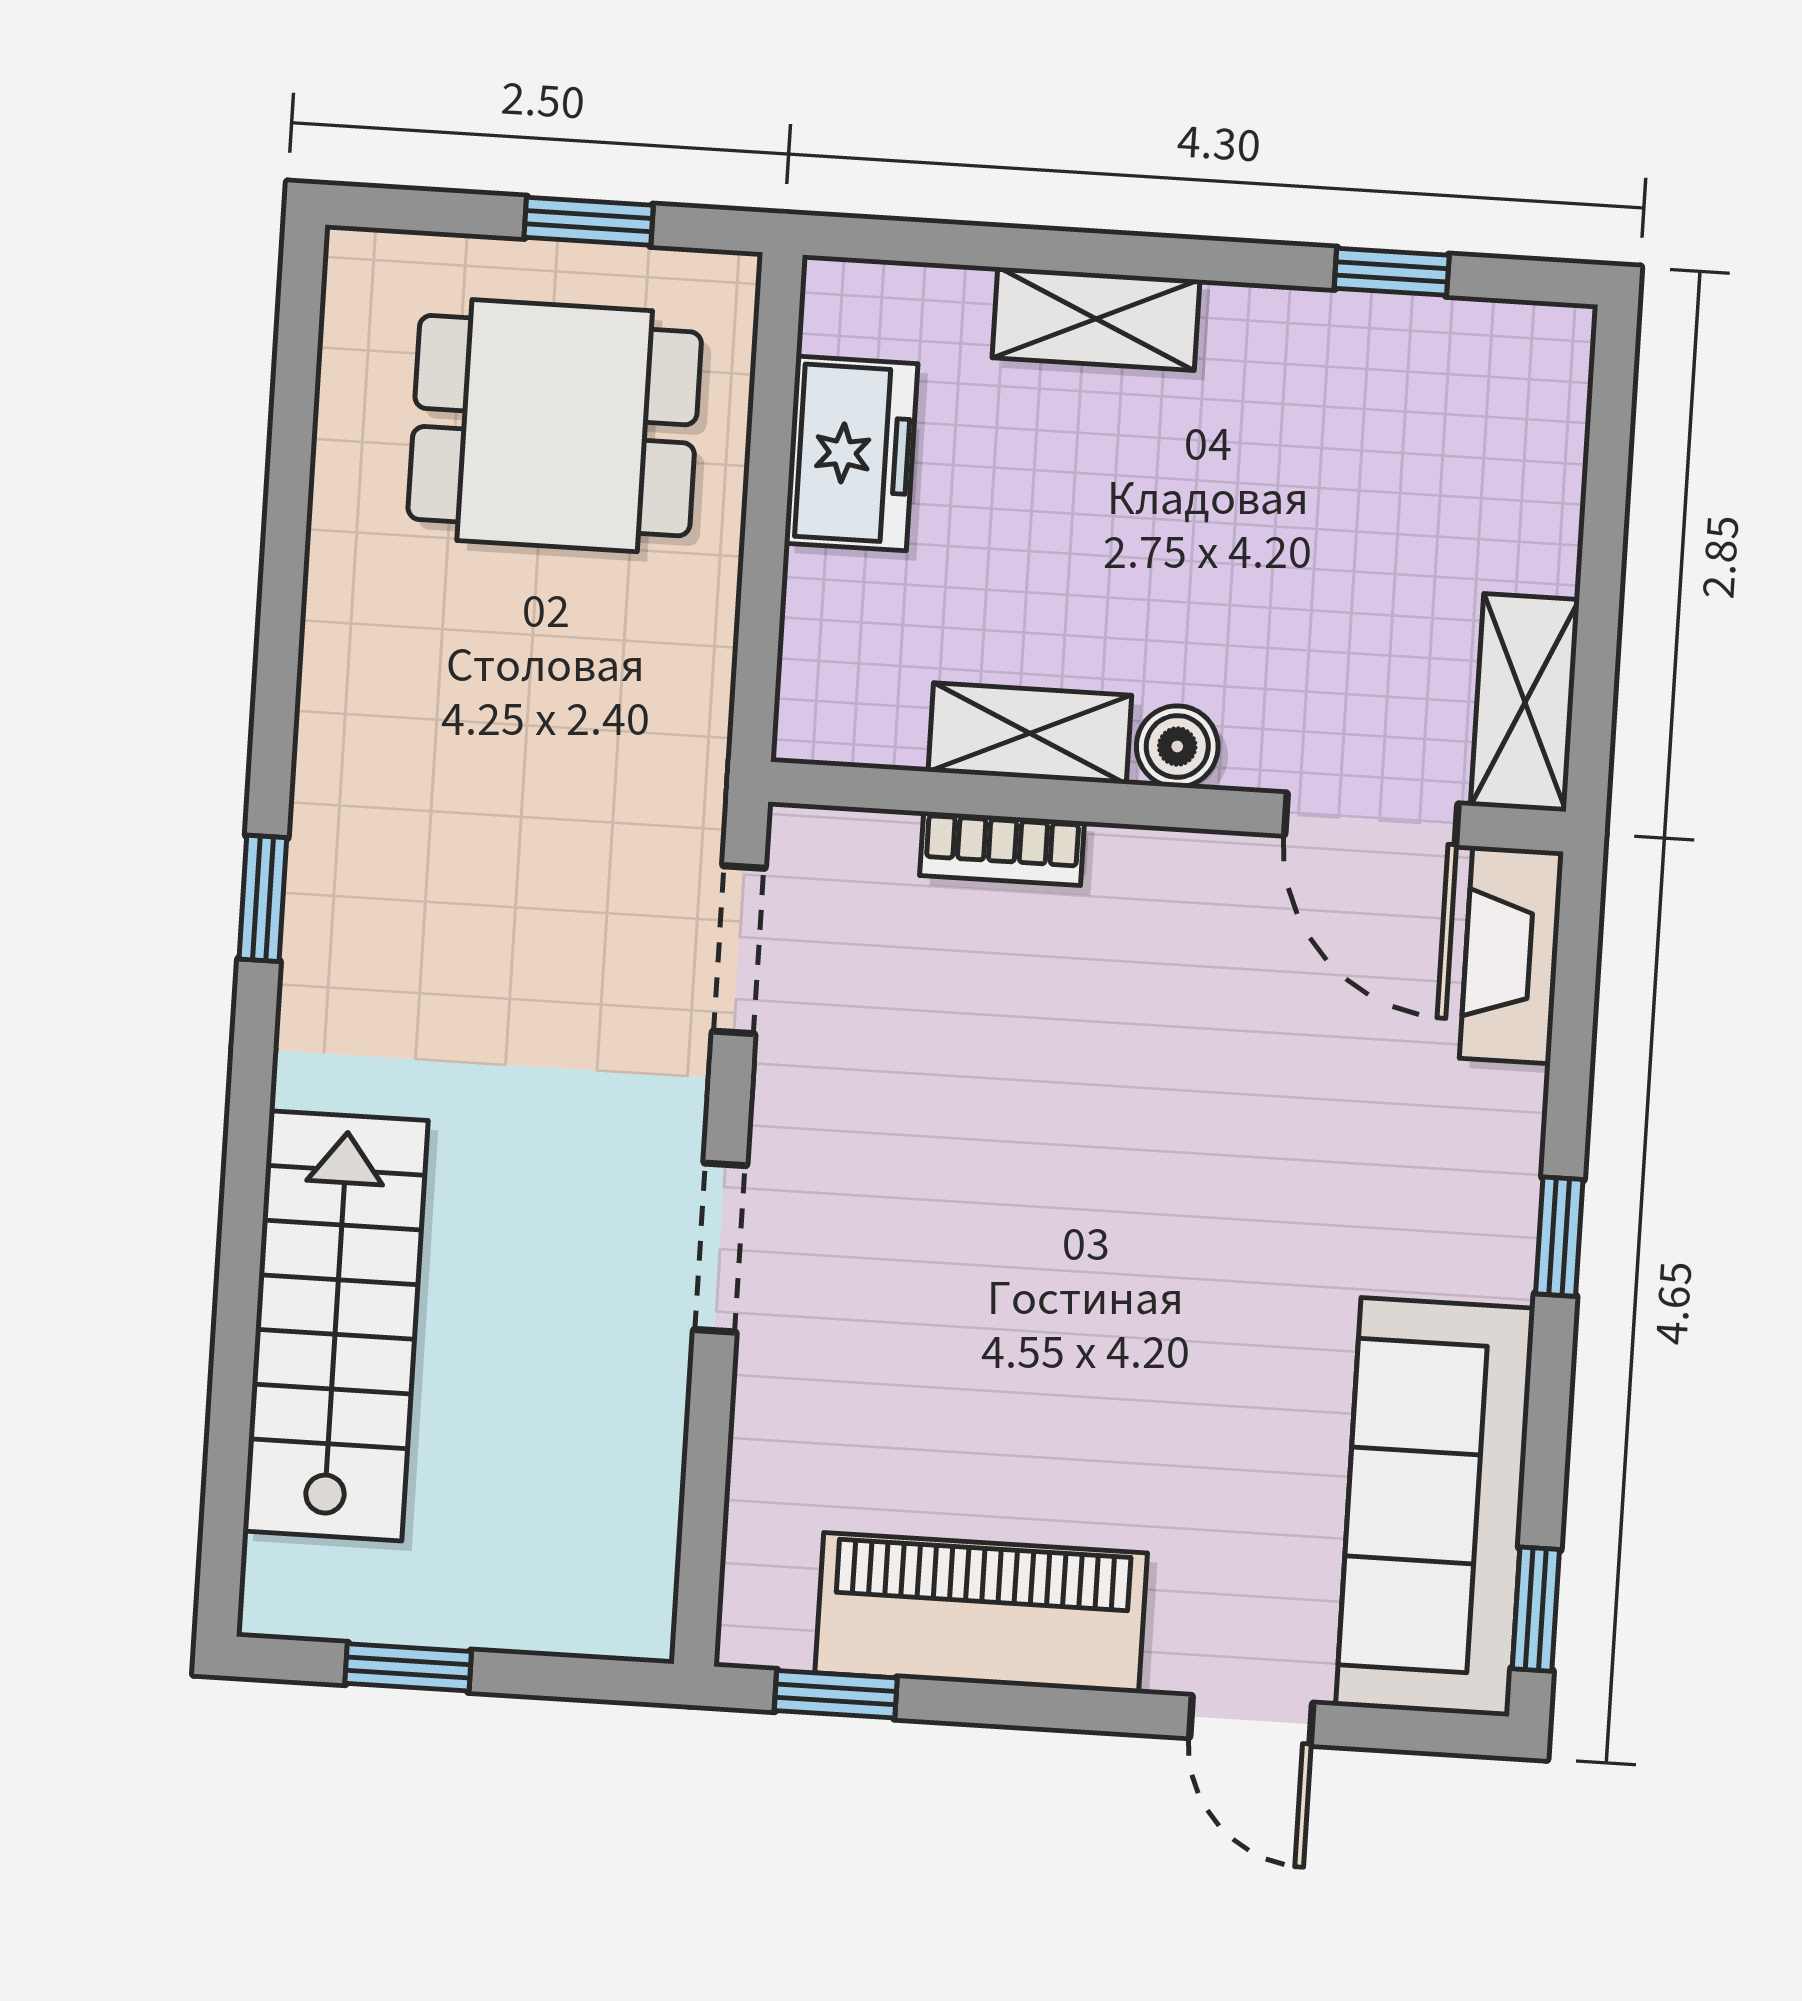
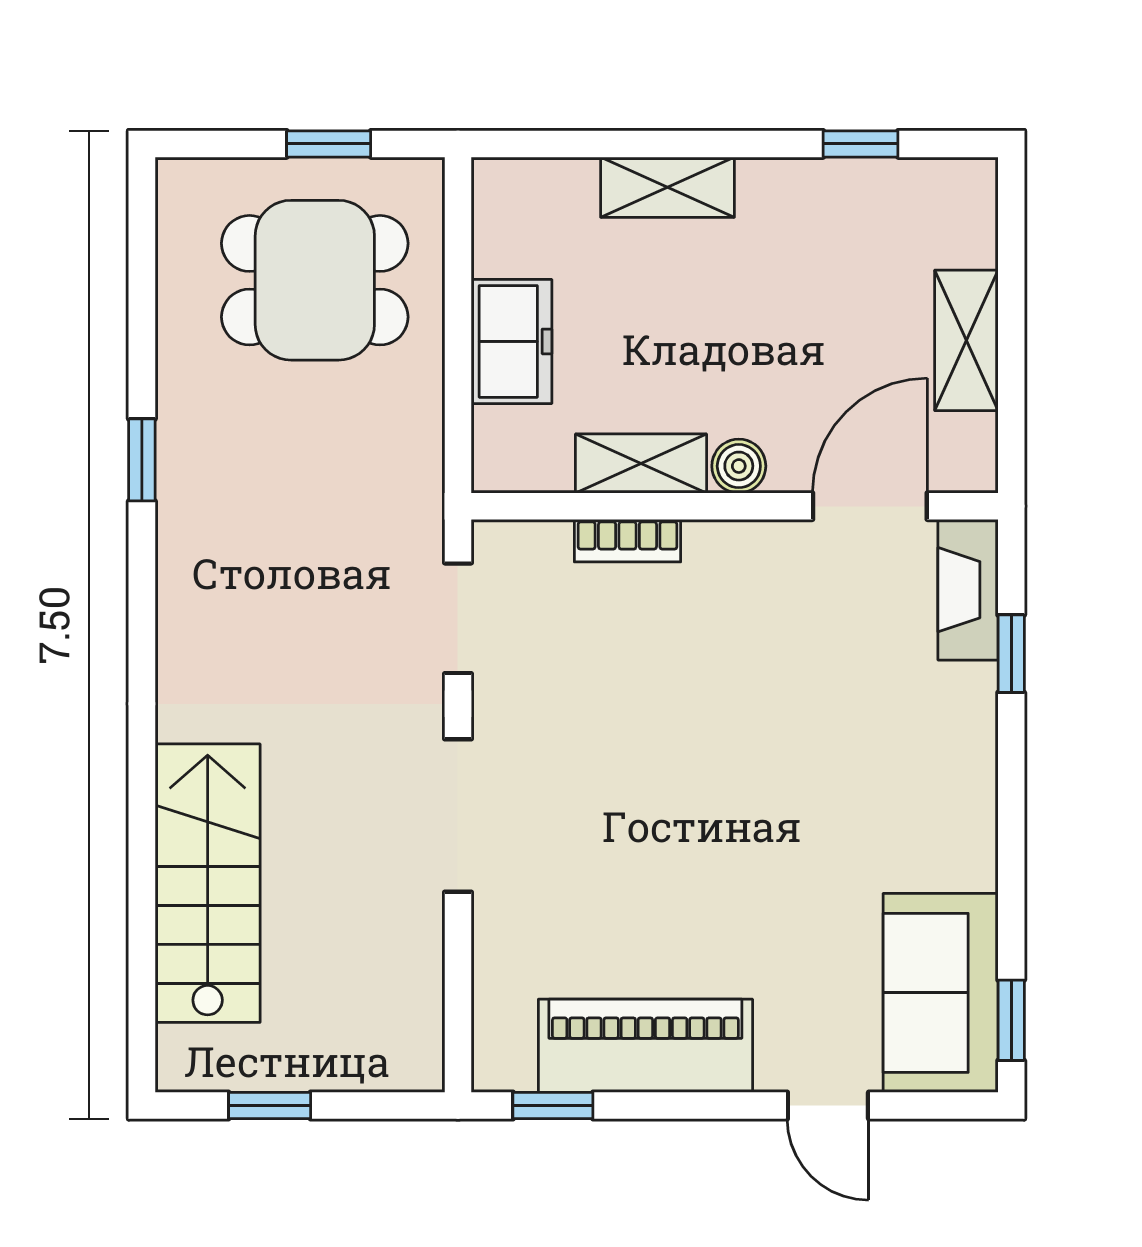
freezer: (851, 453) -> (511, 341), moved
shelving: (1525, 703) -> (966, 340), moved
door: (1371, 820) -> (870, 506), swing flipped
window: (263, 898) -> (142, 460), moved
window: (1559, 1237) -> (1011, 654), moved
doorway: (720, 1247) -> (458, 816), width x1.38
sofa: (1435, 1507) -> (941, 993), width x0.73

